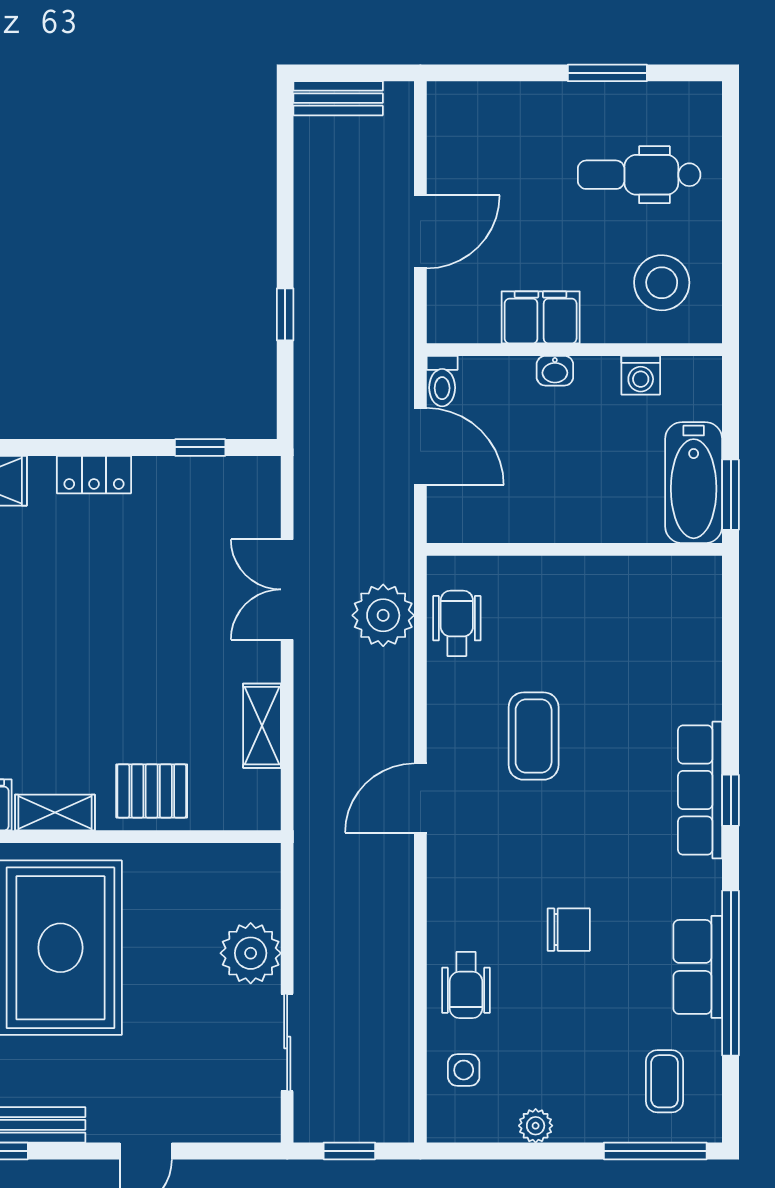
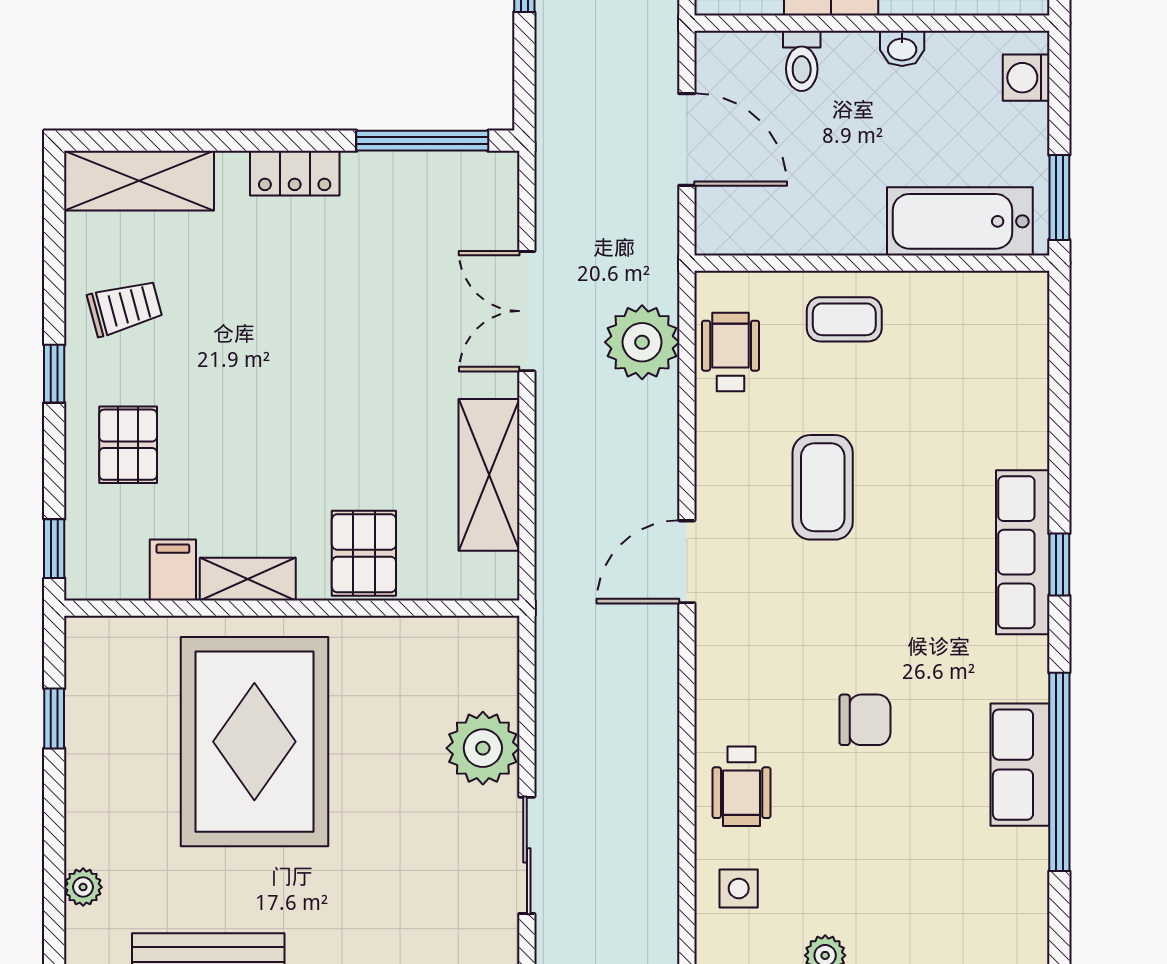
washbasin: (555, 371) -> (902, 48), moved
washing machine: (641, 375) -> (1026, 78), moved, turned 90
toilet: (442, 381) -> (802, 61), moved
window: (200, 447) -> (422, 141), width x2.17
bathtub: (694, 483) -> (960, 221), moved, turned 90
shelving: (262, 726) -> (489, 475), width x1.50, depth x1.33
pallet: (152, 791) -> (364, 553), turned 90
coffee table: (665, 1081) -> (844, 319), moved, turned 90

